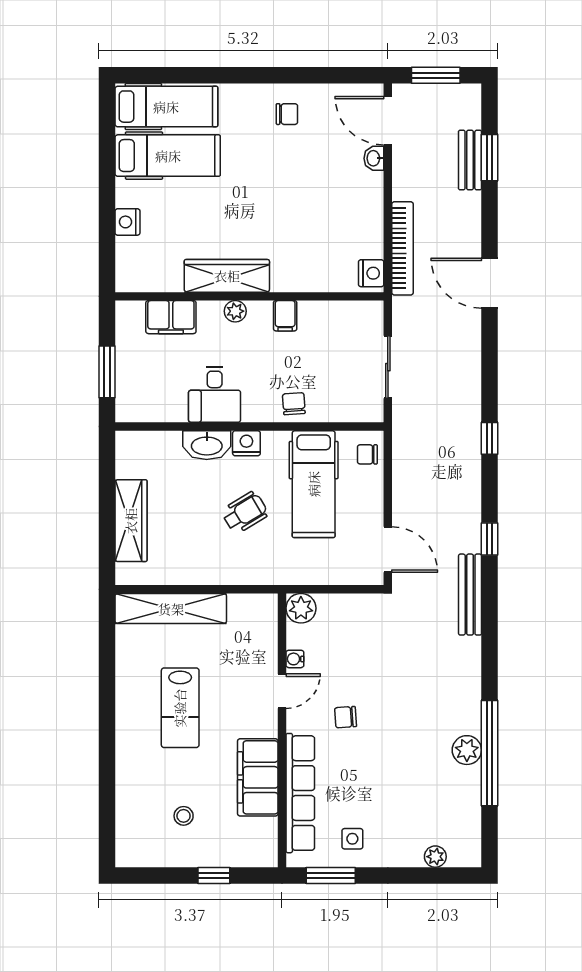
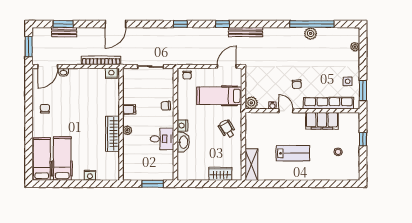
filing cabinet: (171, 317) -> (130, 157), removed
hospital bed: (314, 484) -> (219, 96), moved, turned 180
wheelchair: (245, 513) -> (227, 129), moved
wardrobe: (131, 521) -> (220, 174), width x0.67
shelving: (171, 609) -> (251, 165), width x0.68

